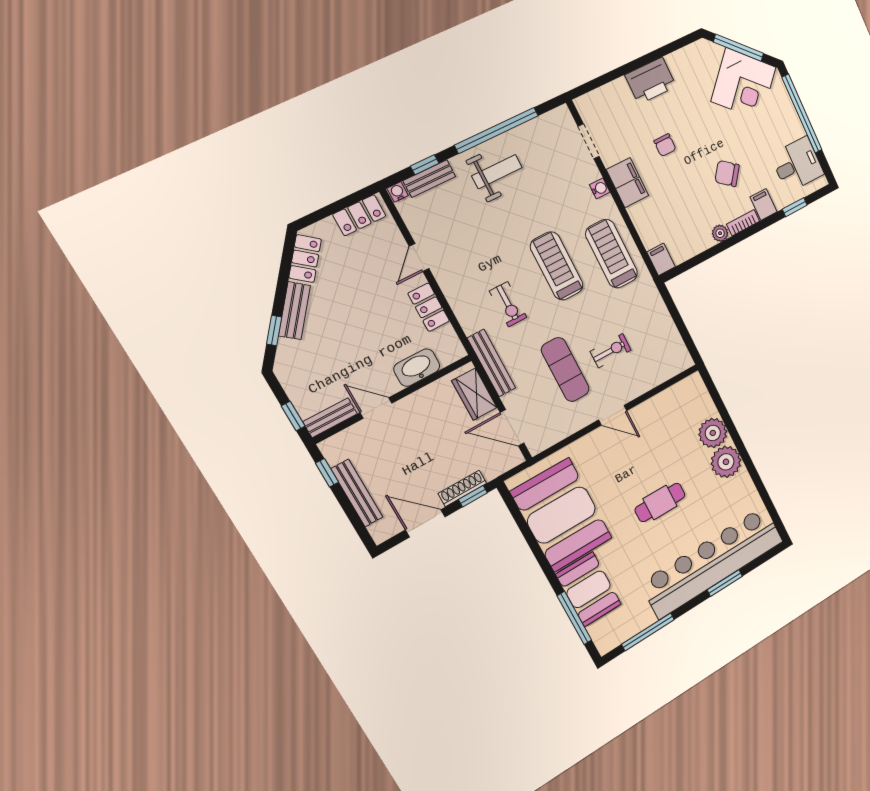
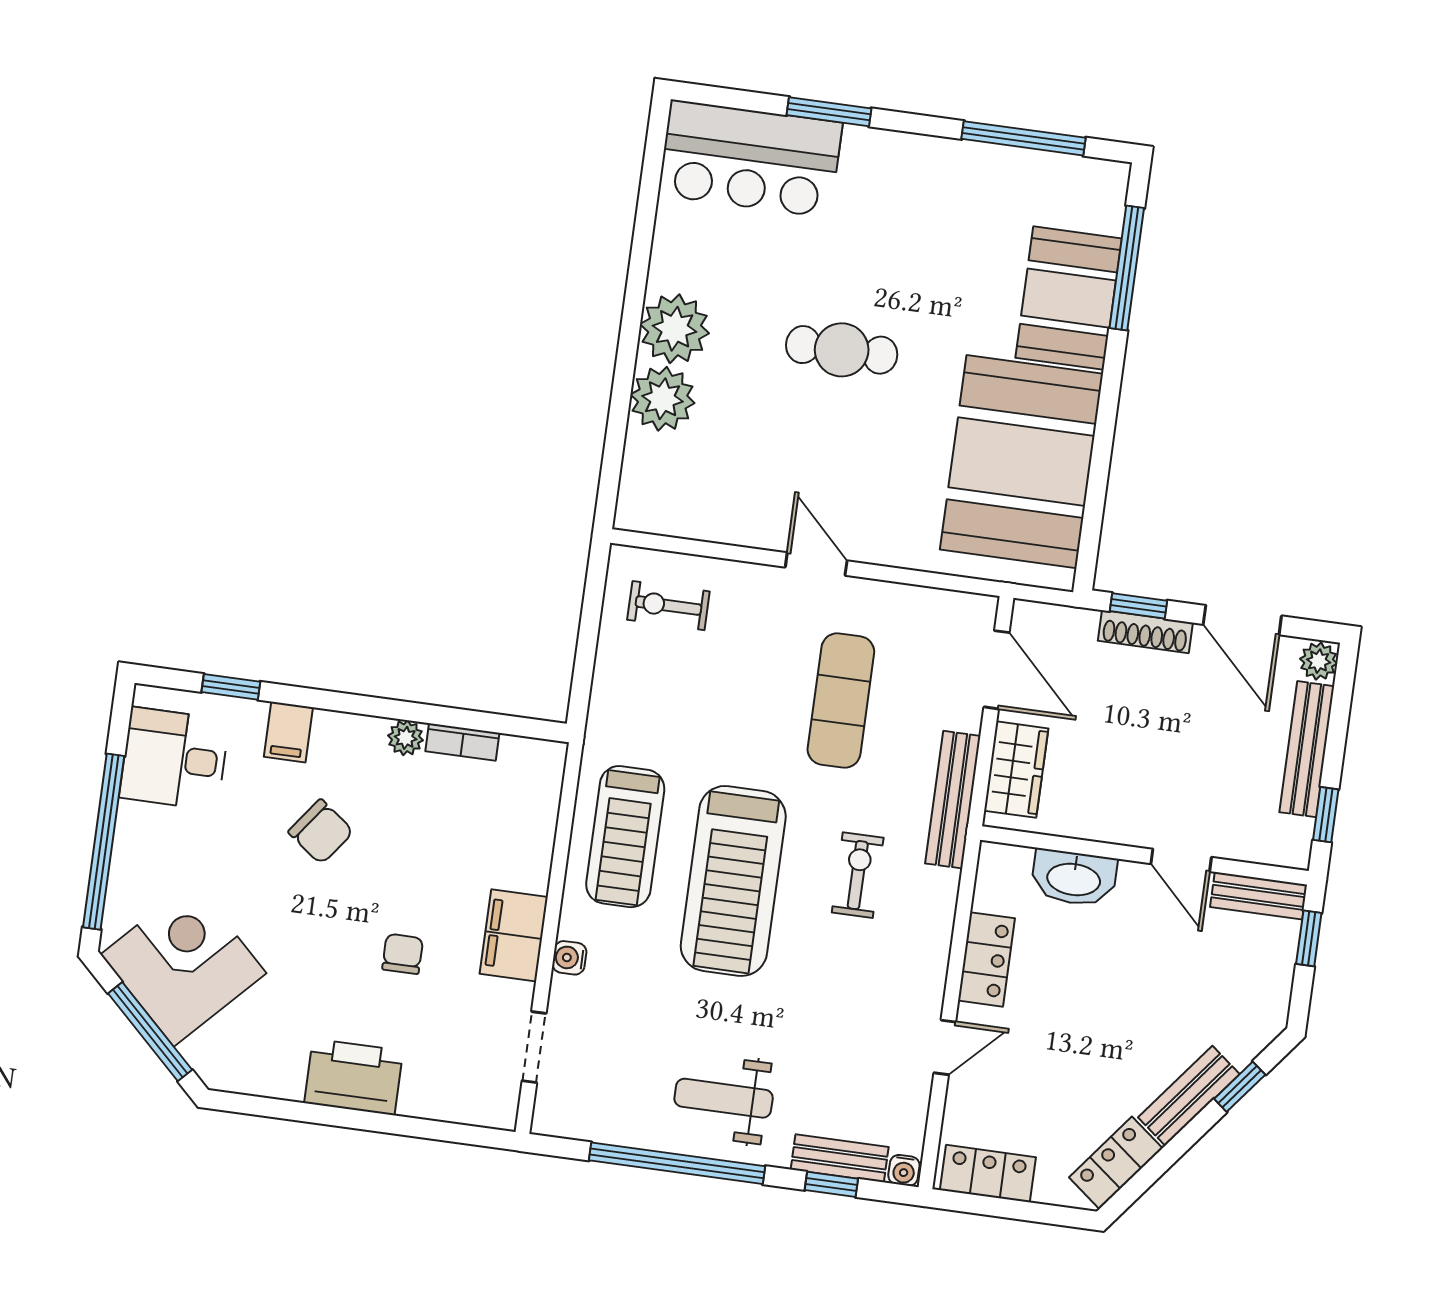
bookcase: (743, 223) -> (462, 742), moved
filing cabinet: (661, 259) -> (545, 767), removed
treadmill: (557, 266) -> (733, 881), width x1.37, depth x1.38
exercise bike: (611, 351) -> (668, 606), moved
plant: (380, 532) -> (1319, 661), added
bar counter: (712, 562) -> (750, 159), width x0.54

